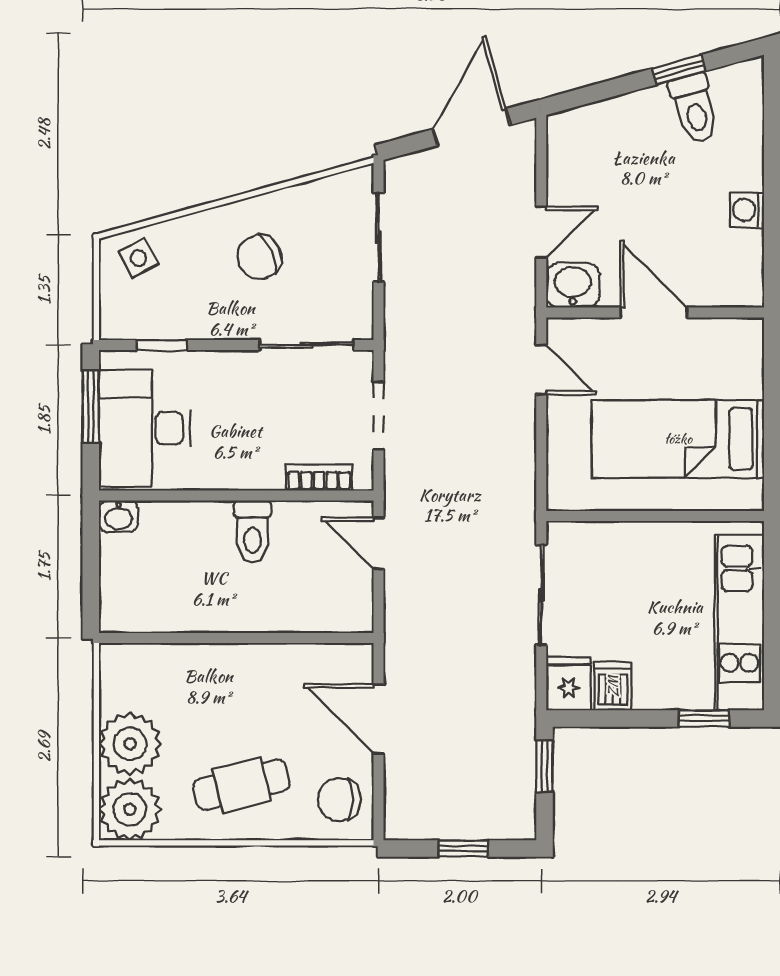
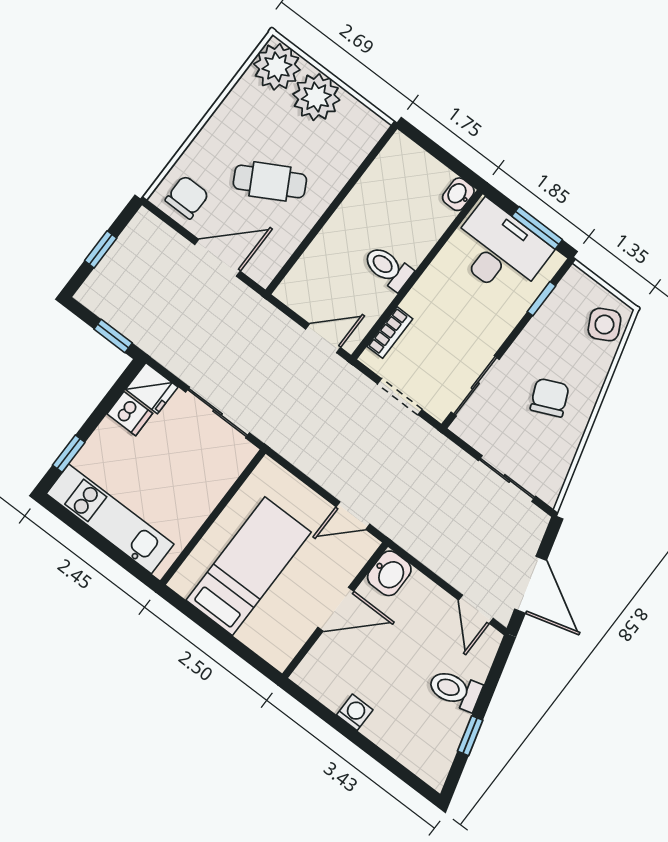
toilet: (694, 108) -> (455, 690), moved
door: (541, 232) -> (476, 609), moved
side table: (138, 258) -> (604, 325), width x1.37, depth x1.37
cafe table: (241, 785) -> (270, 181), moved, turned 75

